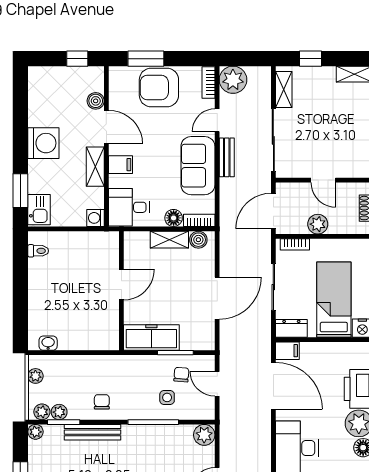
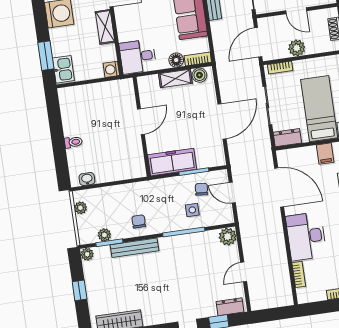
filing cabinet: (121, 165) -> (126, 22), removed
toilet: (38, 251) -> (73, 142), moved
filing cabinet: (287, 351) -> (325, 154), moved, turned 90
plant: (42, 412) -> (90, 237), removed

